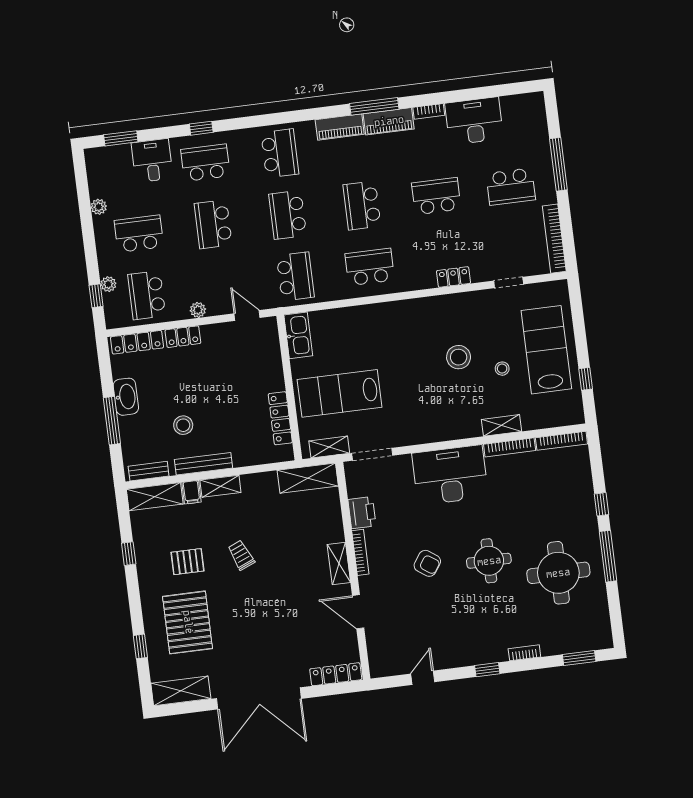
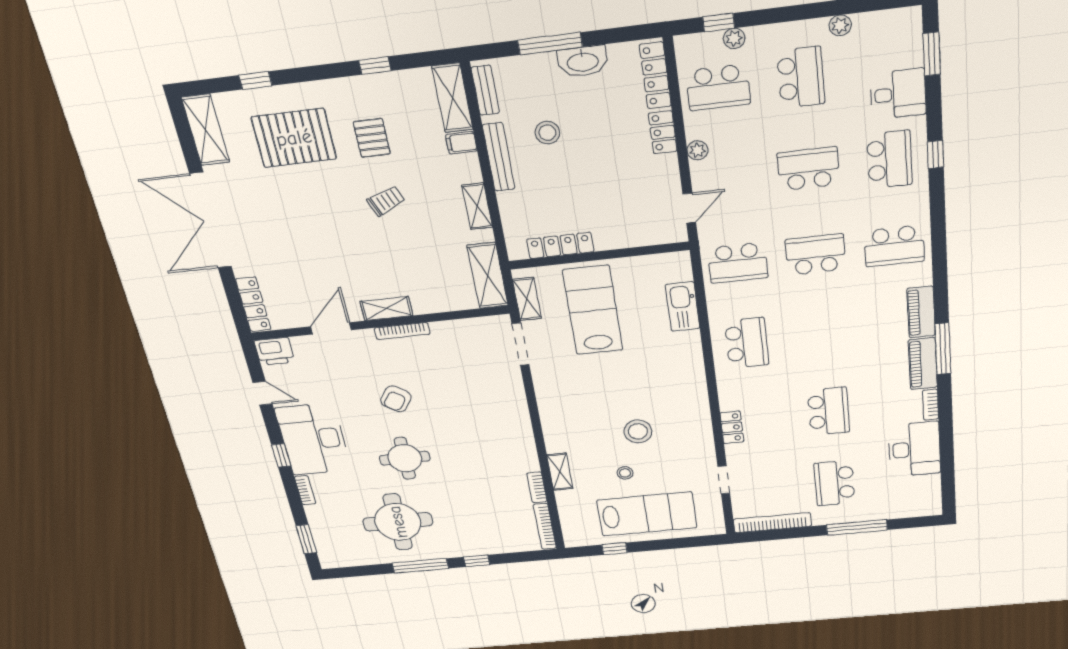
school desk: (362, 205) -> (822, 335), removed
school desk: (147, 295) -> (718, 87), turned 180
kitchen sink: (298, 335) -> (683, 307), moved, turned 90
bookcase: (510, 447) -> (537, 487), width x0.64
desk: (450, 475) -> (313, 439), moved, turned 180
shelving: (220, 486) -> (477, 206), moved
printer: (362, 513) -> (274, 351), moved

